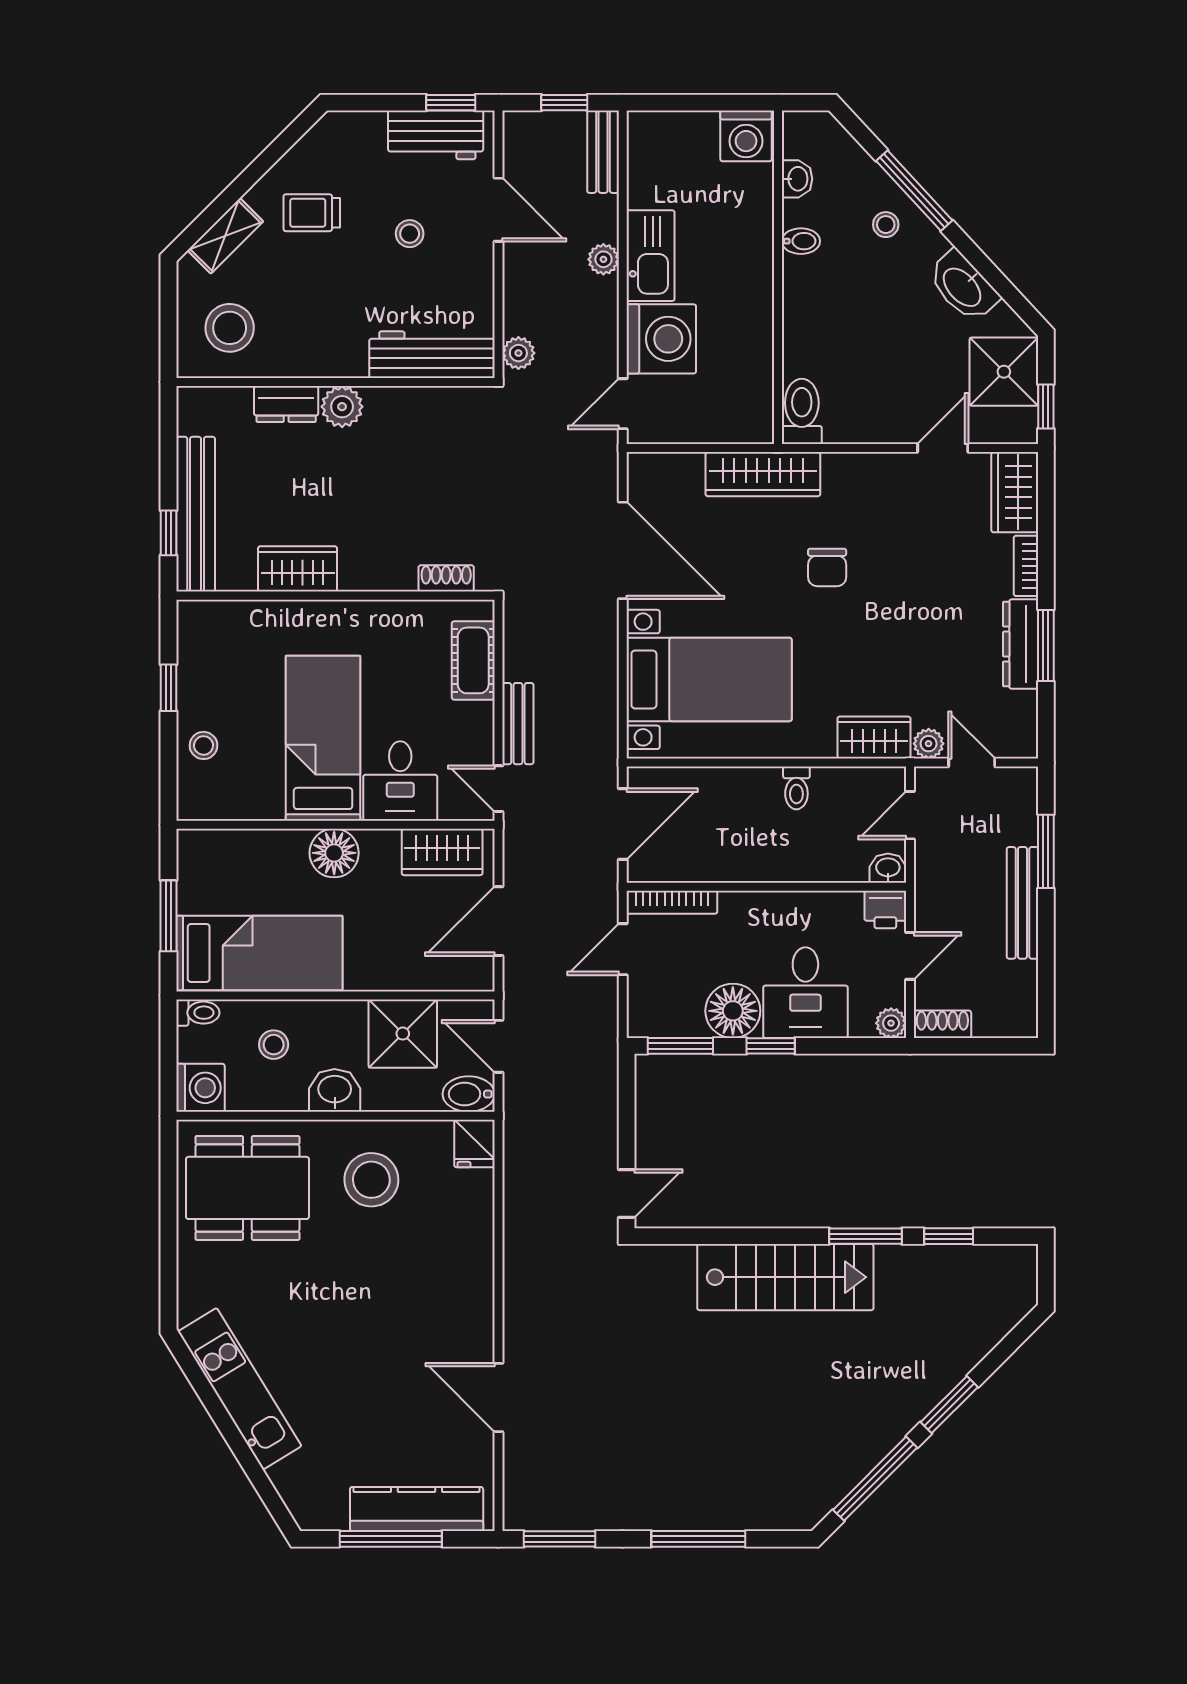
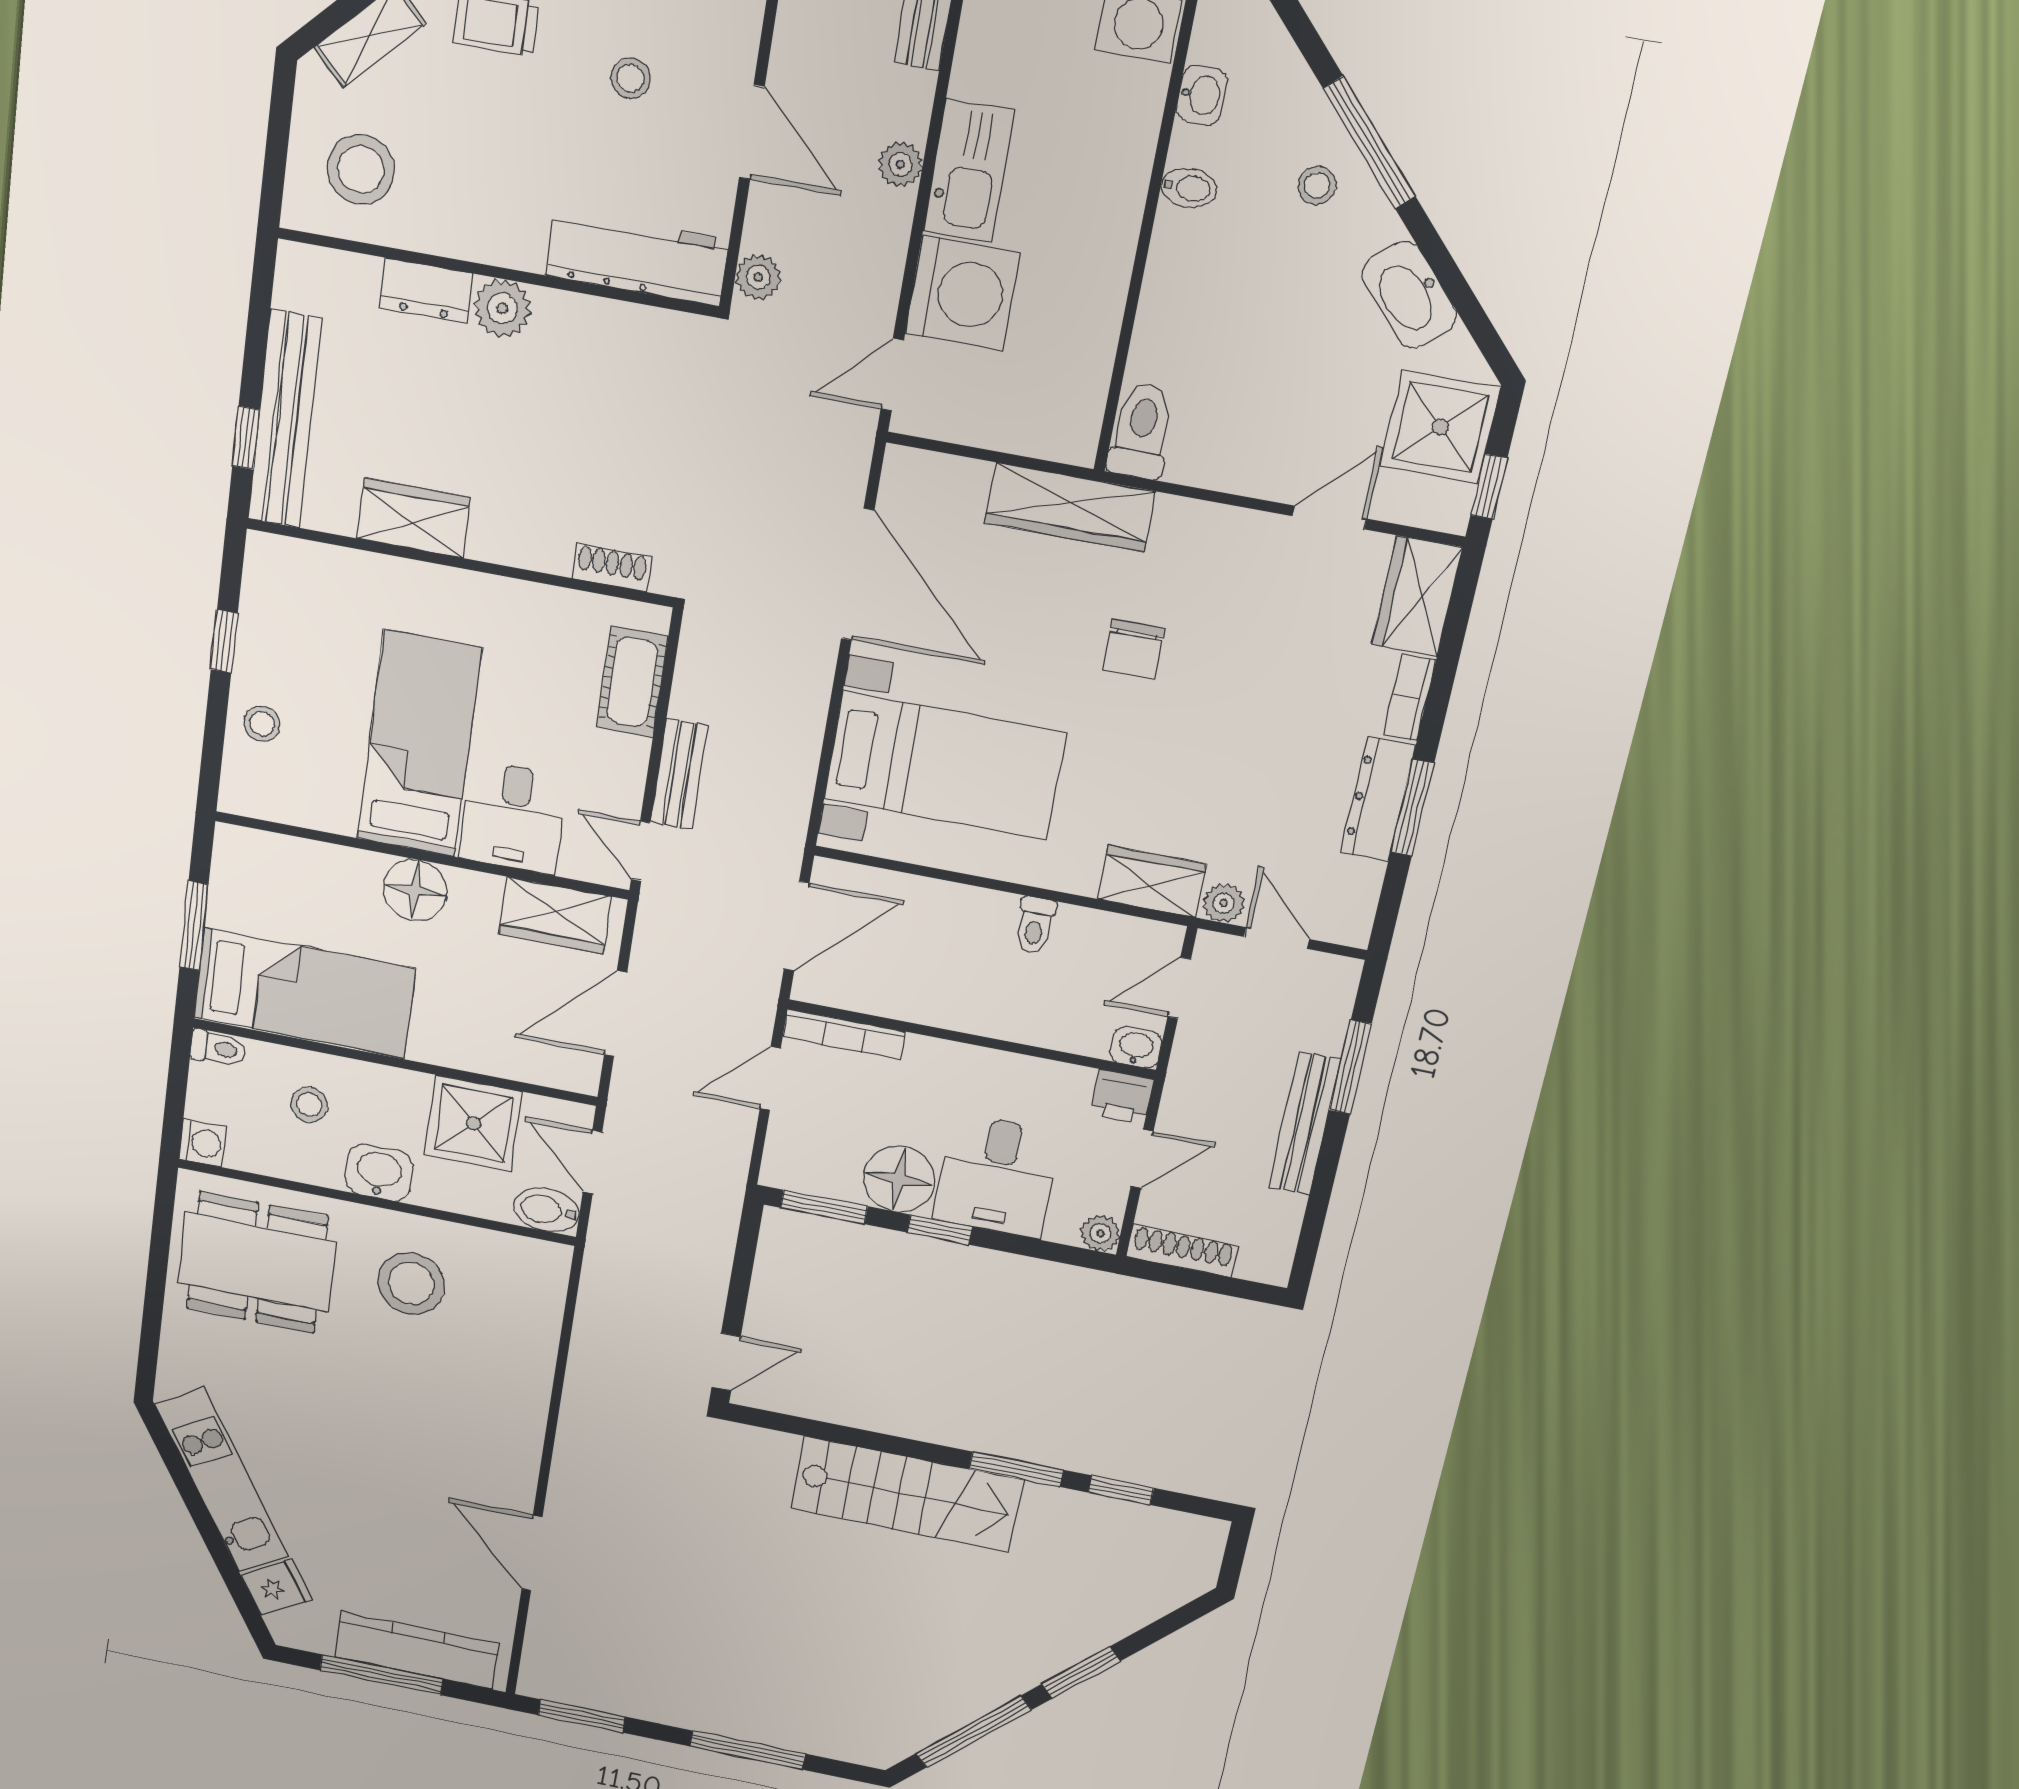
door: (498, 210) -> (752, 132), moved
shoe rack: (942, 1024) -> (1182, 1251), width x1.43
washing machine: (200, 1088) -> (203, 1143), width x0.73, depth x0.73
fridge: (474, 1144) -> (277, 1588), moved, turned -122

